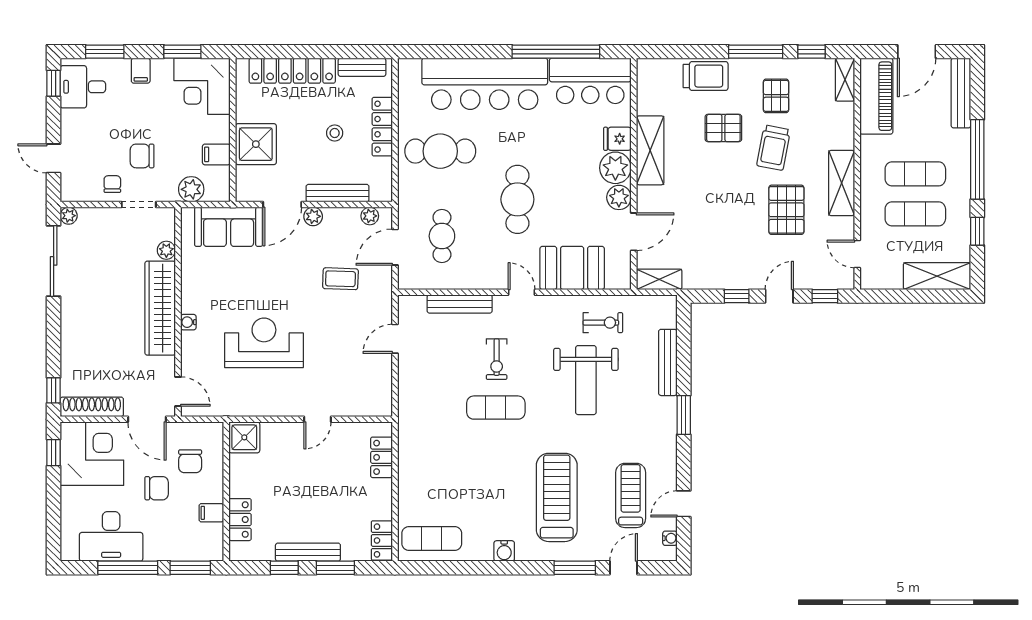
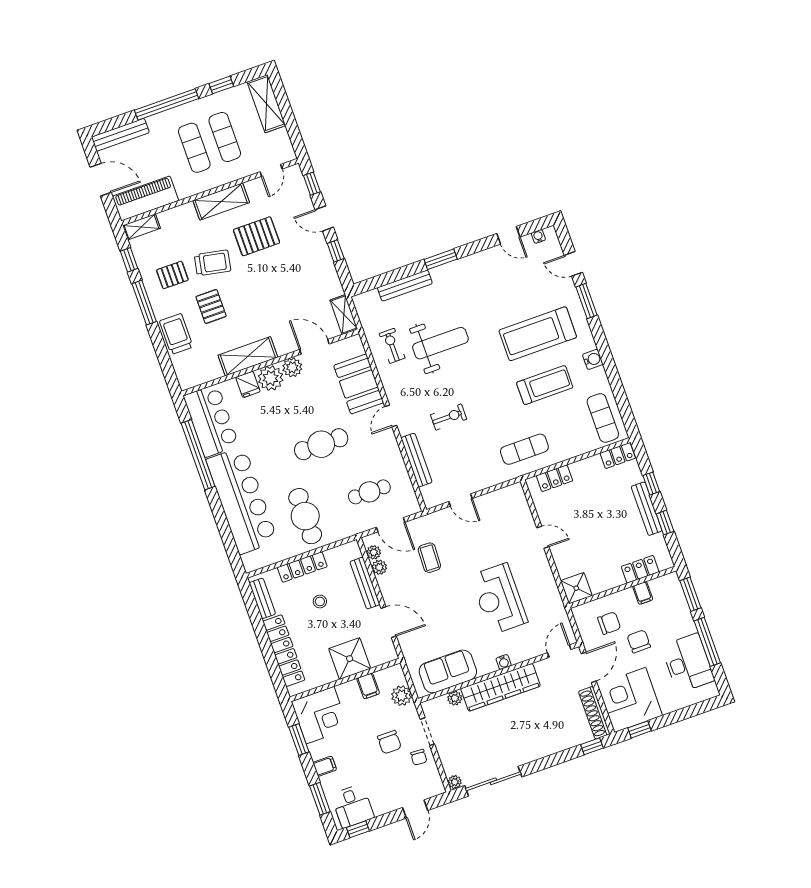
chair: (112, 184) -> (419, 757), turned -86
plant: (313, 216) -> (379, 567), moved
sofa: (229, 227) -> (448, 671), moved, turned -90
exercise mat: (496, 408) -> (524, 449), moved, turned 90
treadmill: (631, 495) -> (545, 385), moved, turned 180
window: (335, 568) -> (651, 484), width x0.67

